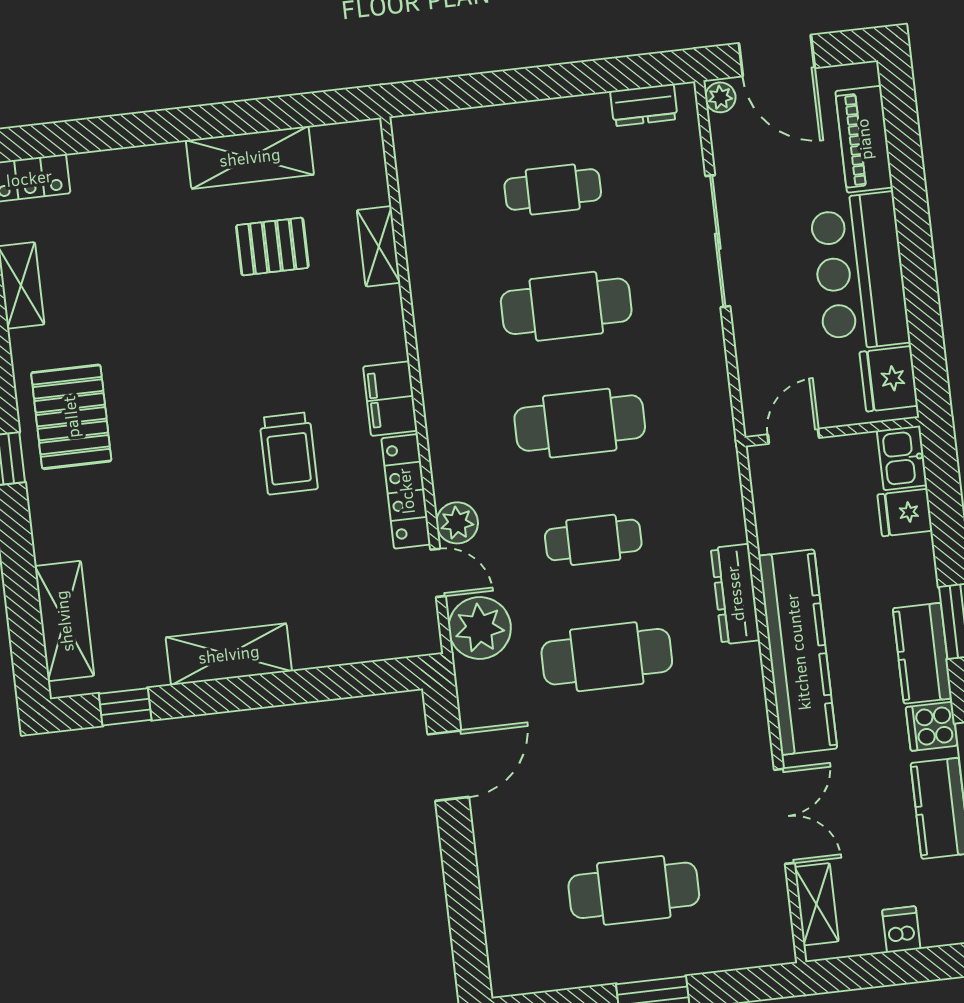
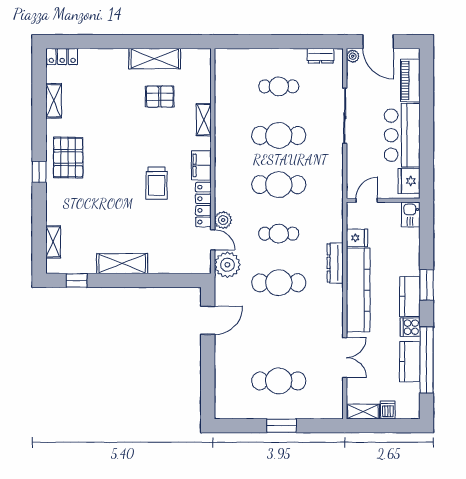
shelving: (379, 246) -> (204, 120), moved
fridge: (905, 513) -> (357, 238), moved, turned 180
shelving: (64, 621) -> (53, 242), width x0.67, depth x0.75
shelving: (816, 904) -> (363, 412), moved, turned 90

